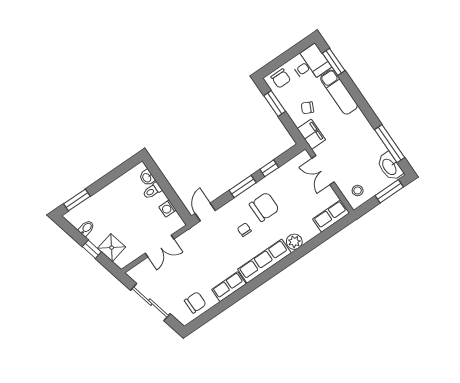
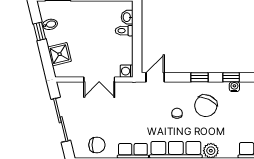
water cooler: (277, 174) -> (234, 87), added
window: (243, 187) -> (200, 77), width x0.67
chair: (264, 207) -> (206, 106), turned 115
washing machine: (168, 209) -> (127, 71), moved
window: (92, 249) -> (39, 31), moved

